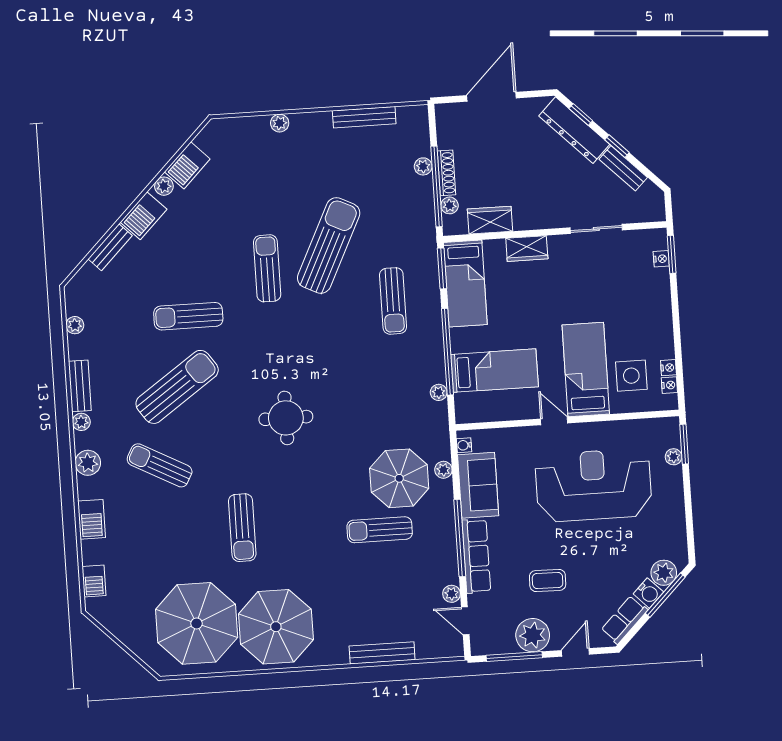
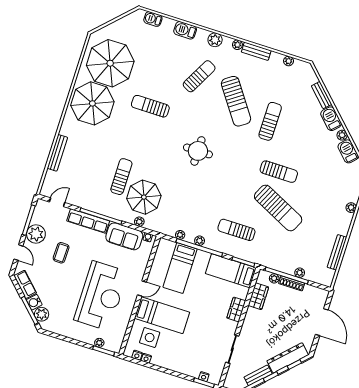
plant: (452, 594) -> (200, 241), moved

